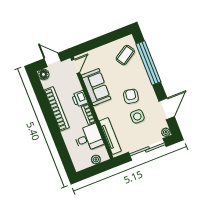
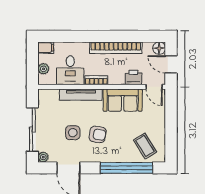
door: (53, 60) -> (171, 64), swing flipped
printer: (80, 99) -> (133, 77), moved
tv unit: (110, 136) -> (81, 95), moved
filing cabinet: (78, 164) -> (46, 48), added

